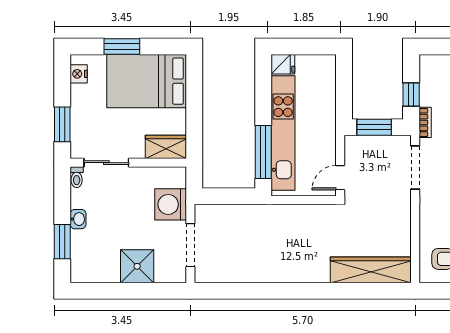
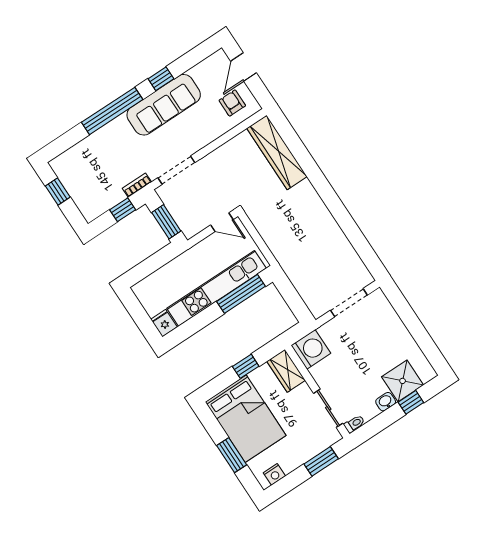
window: (194, 113) -> (246, 366), added
washing machine: (171, 204) -> (311, 349), moved, turned -90
window: (62, 242) -> (411, 402), width x0.67
shower: (137, 266) -> (403, 381), moved

